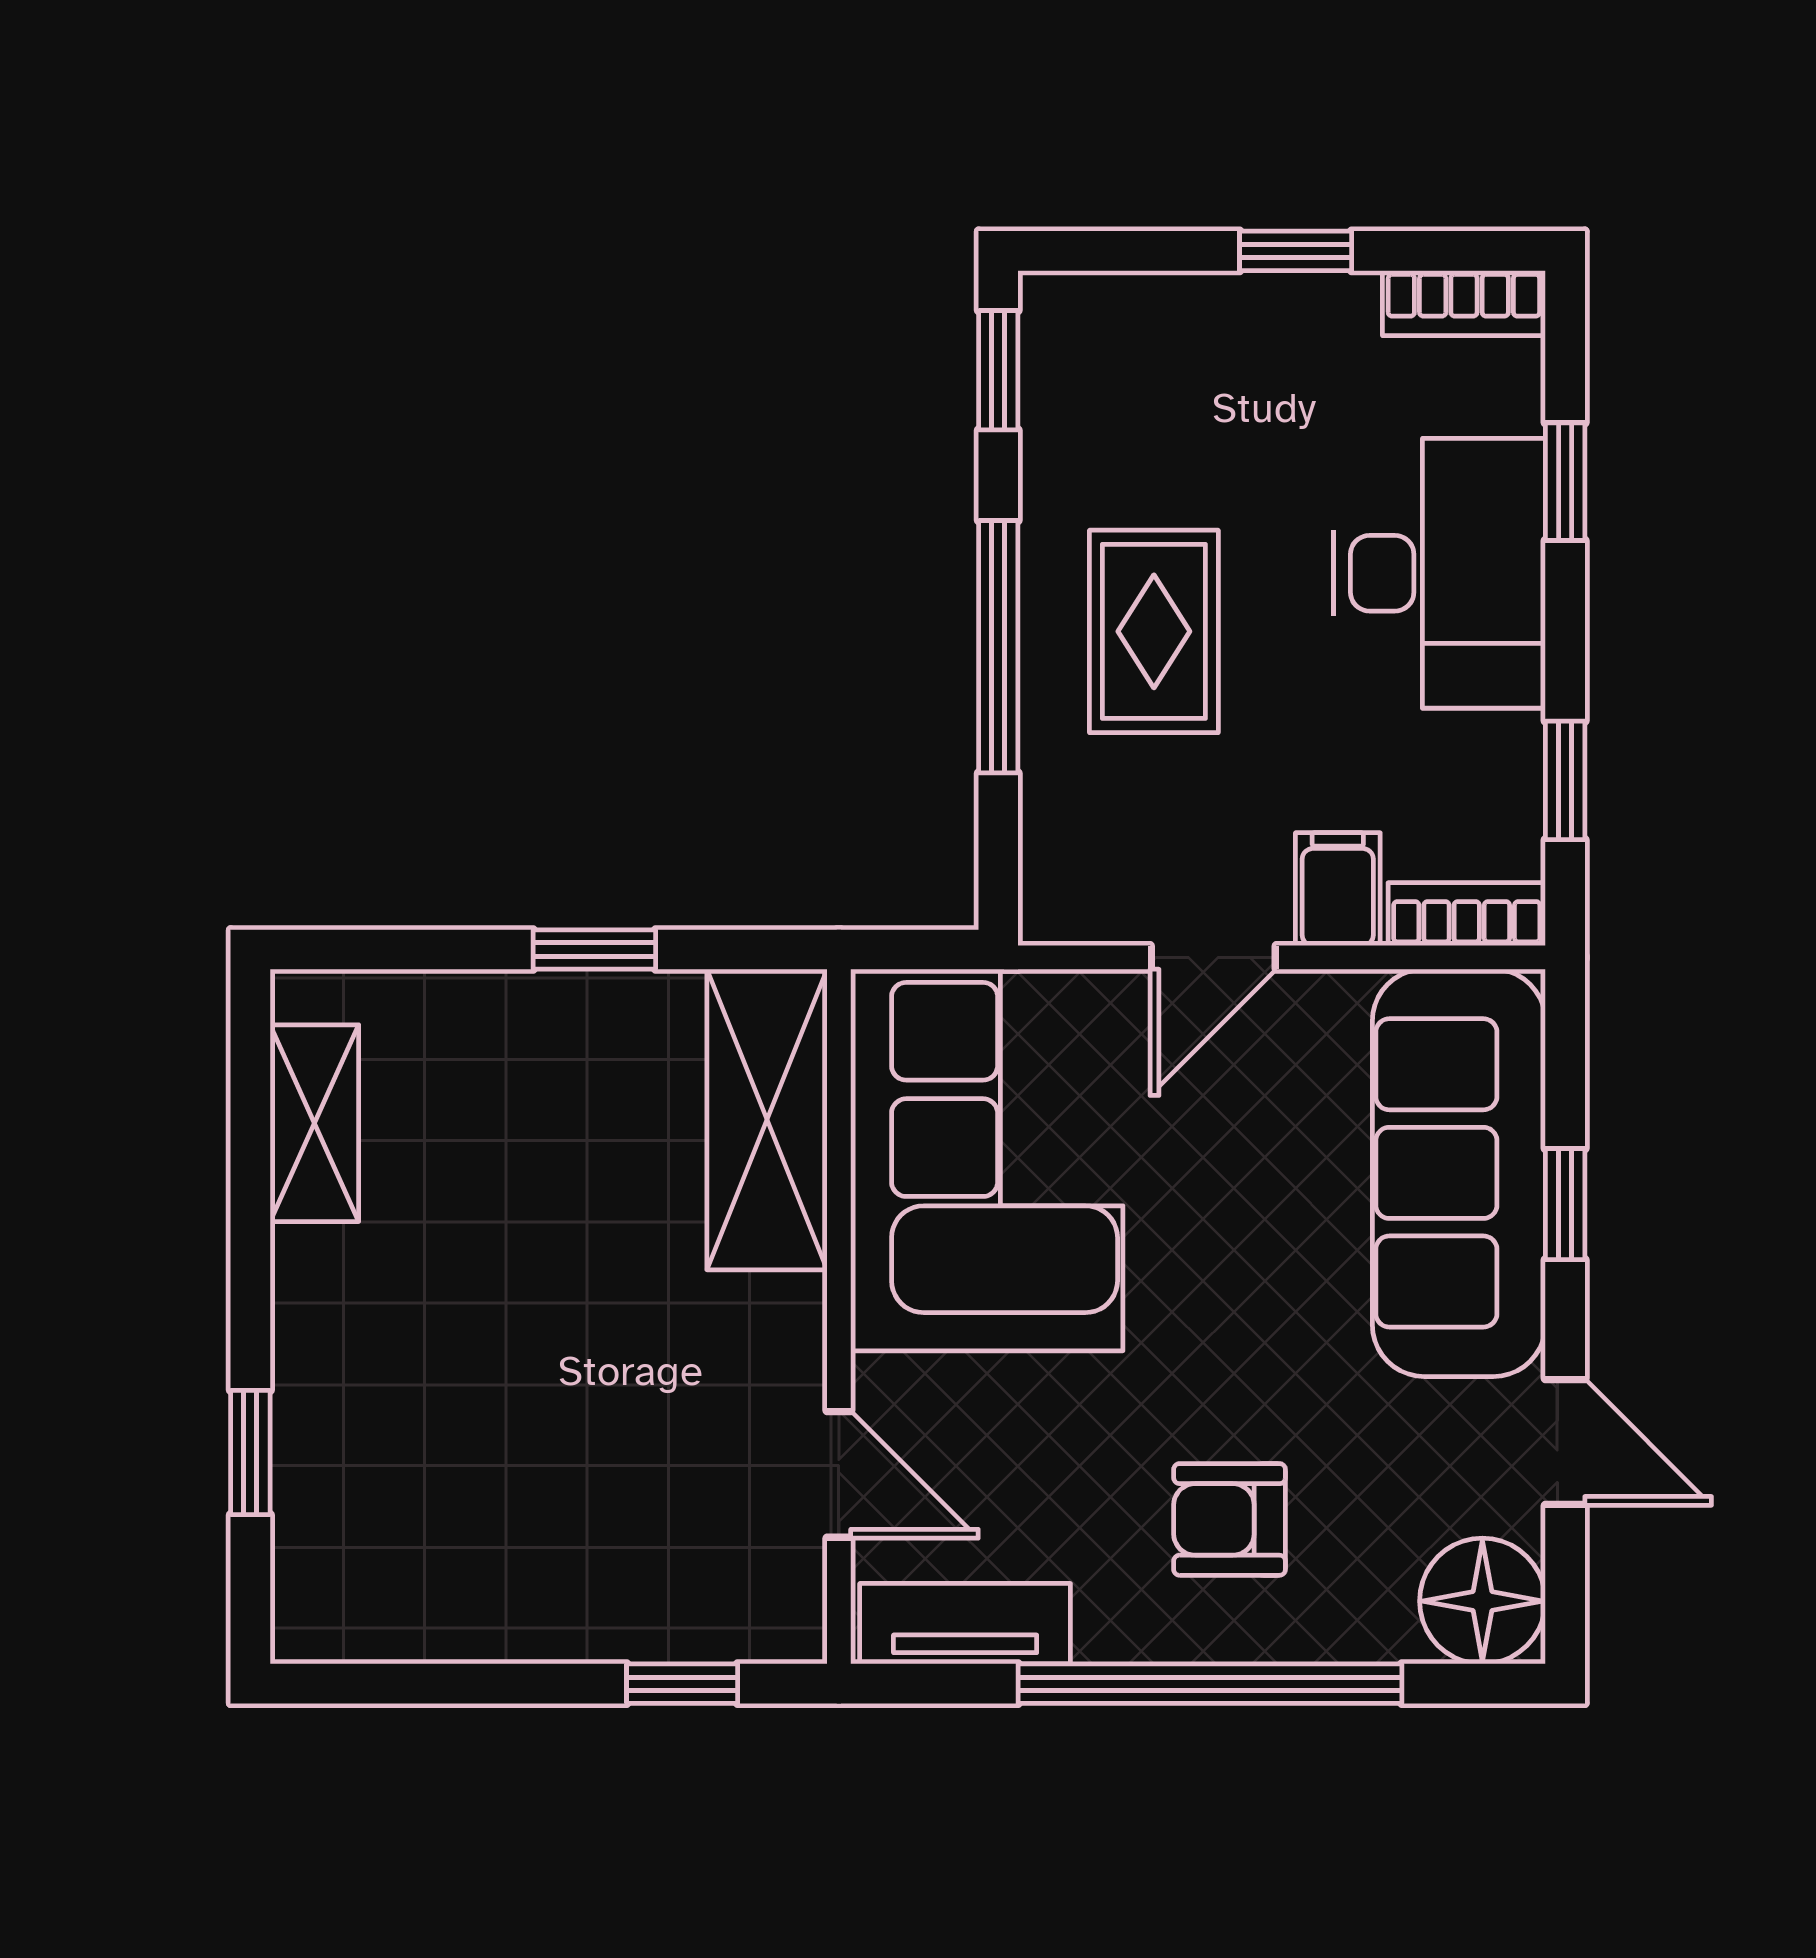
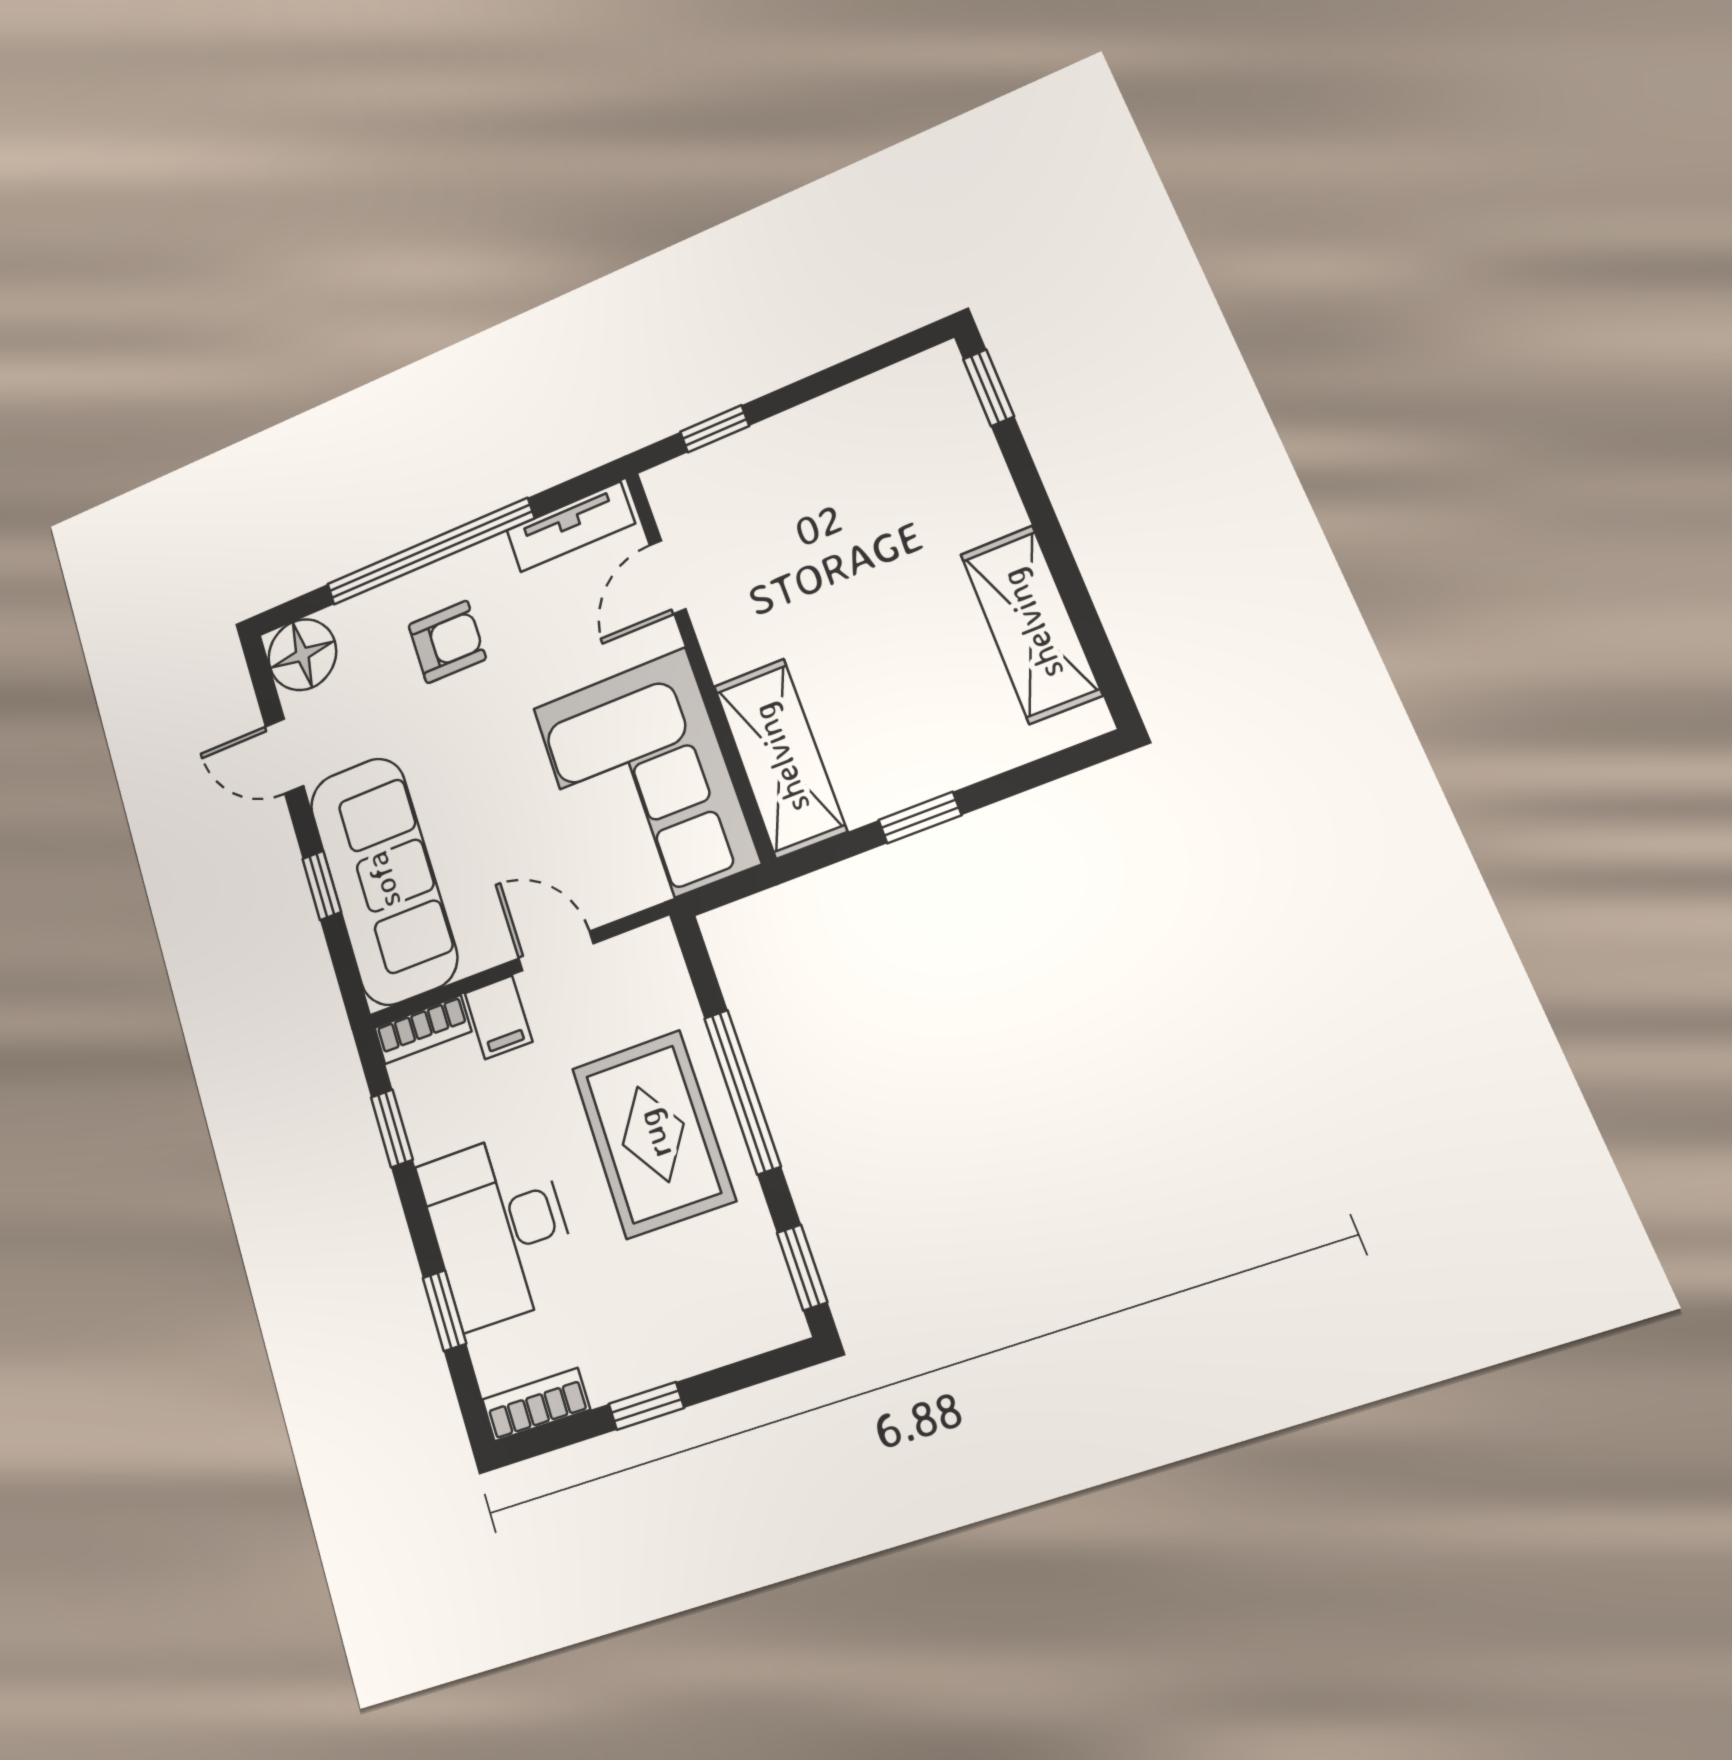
rug: (1154, 631) -> (653, 1134), width x1.36, depth x1.43
door: (1213, 957) -> (556, 951), hinge flipped
shelving: (314, 1123) -> (1031, 624), width x1.50, depth x1.33
window: (250, 1453) -> (989, 388), moved
door: (839, 1474) -> (668, 577), hinge flipped

